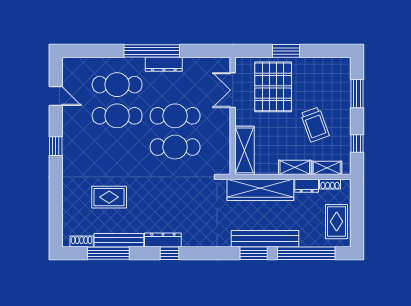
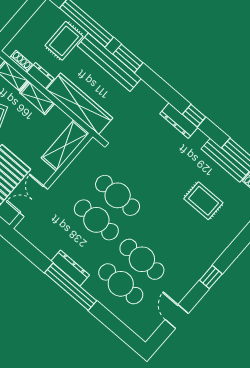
double door: (233, 90) -> (34, 201), swing flipped
rug: (337, 222) -> (64, 41), moved
dresser: (163, 240) -> (179, 121), moved

